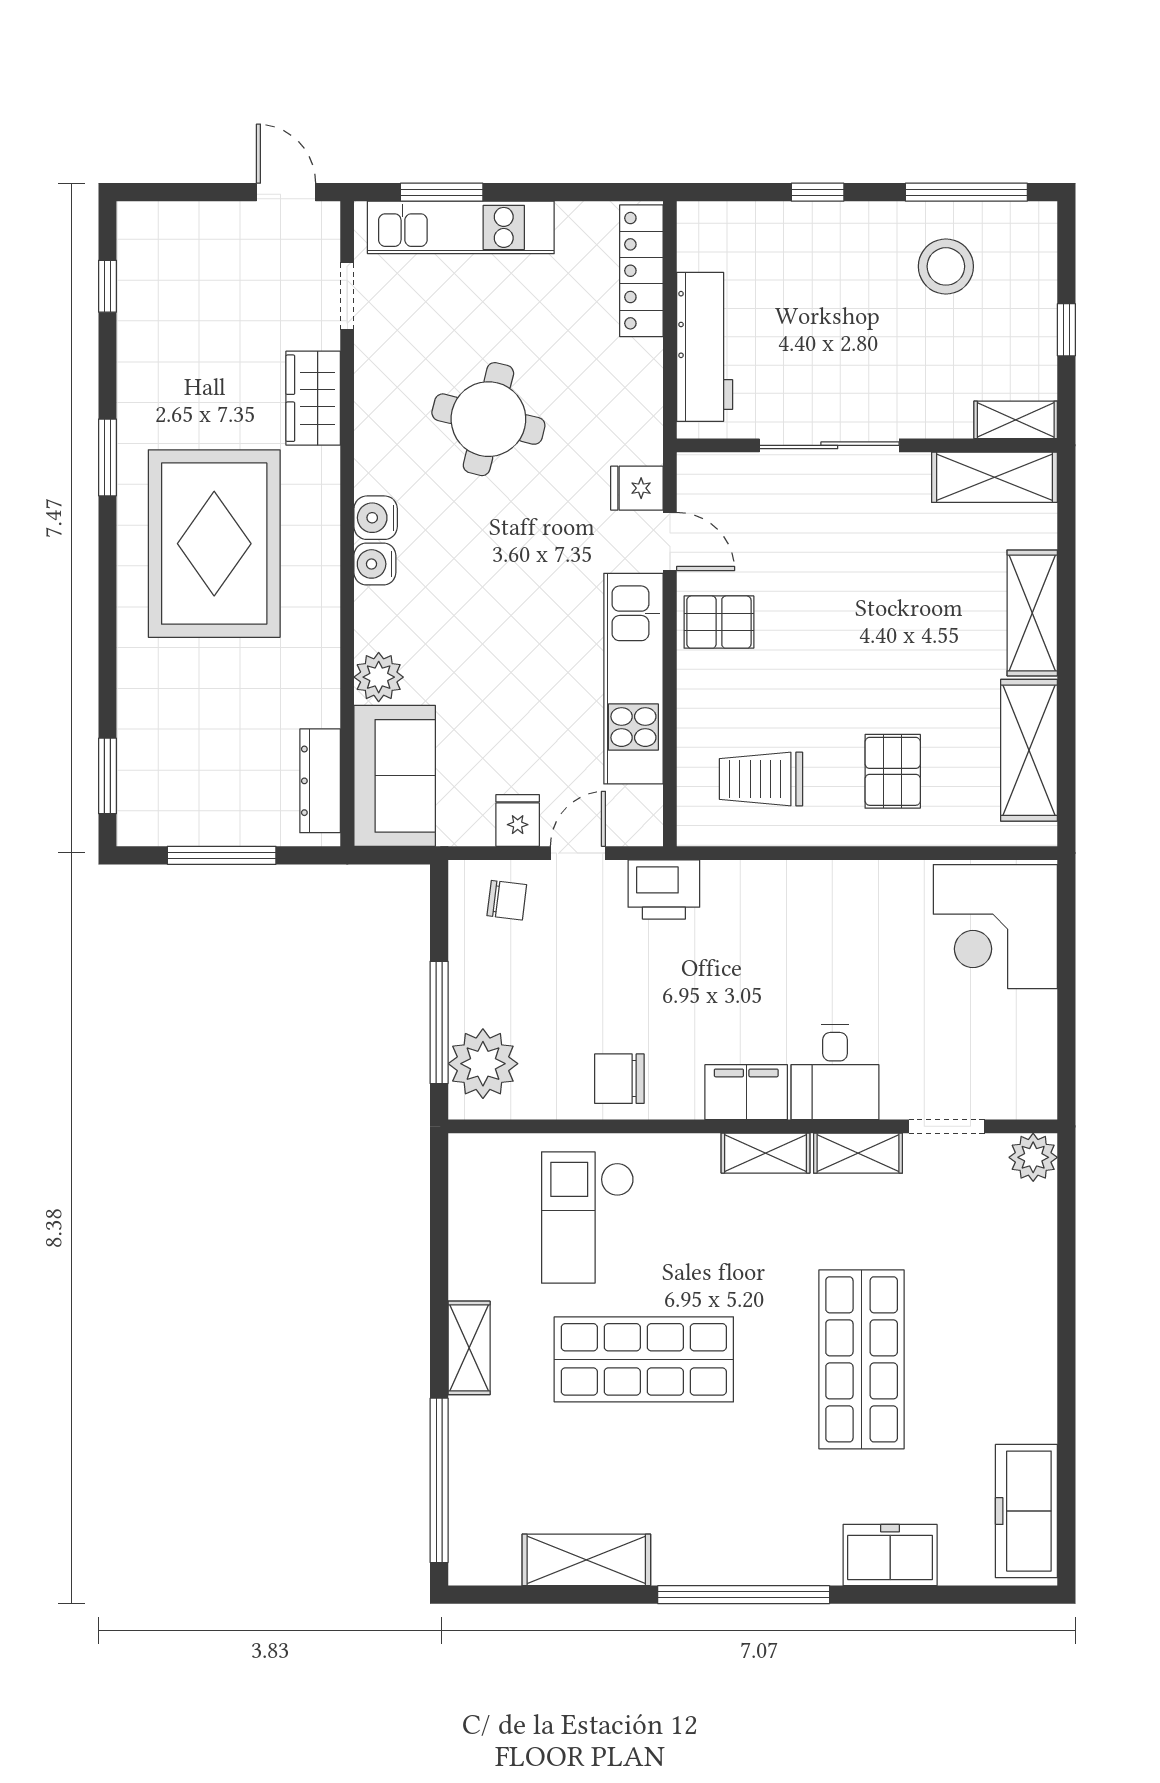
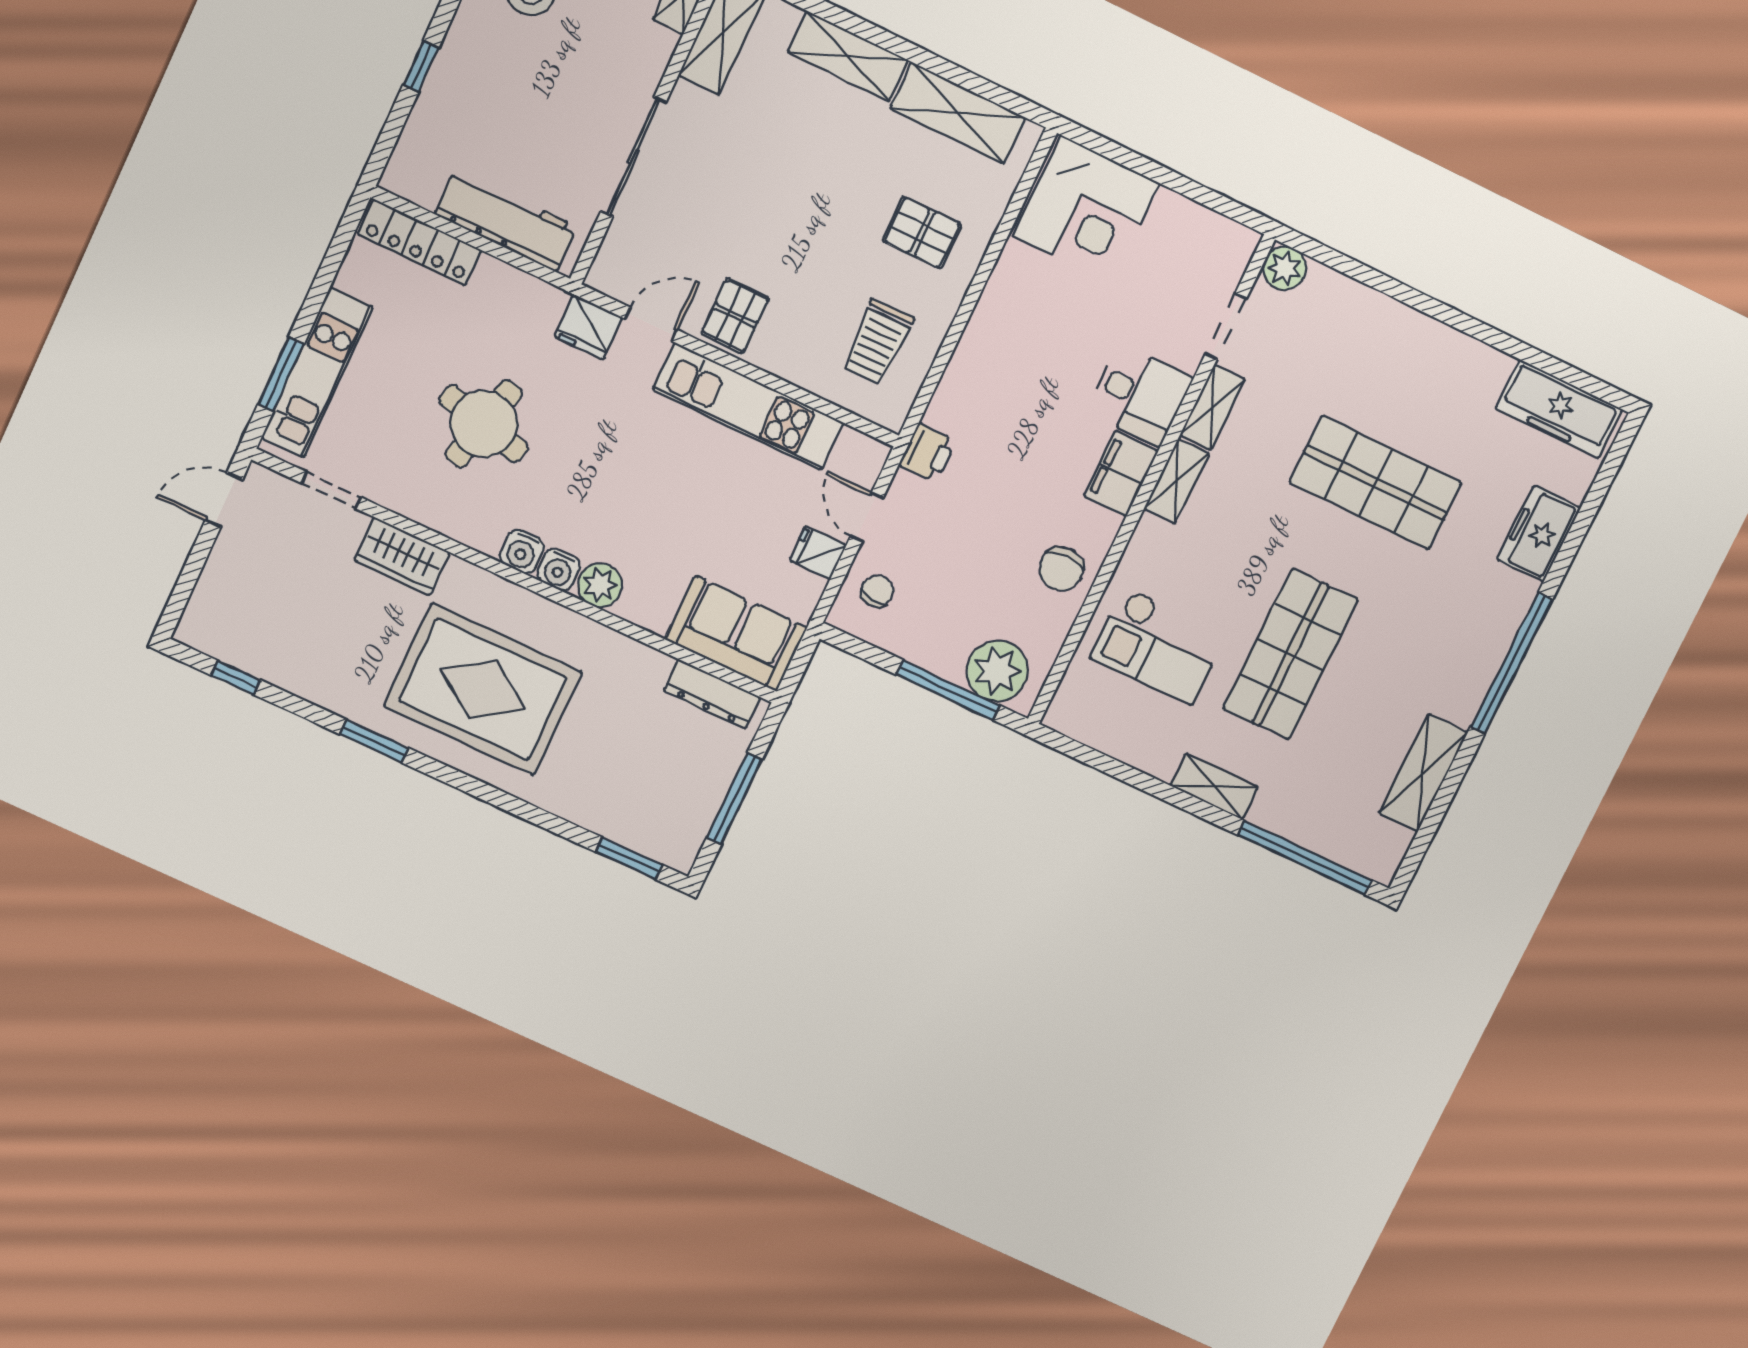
fridge: (637, 488) -> (589, 327), width x1.38
plant: (379, 677) -> (600, 585), moved
printer: (664, 889) -> (928, 453), width x0.73, depth x0.81

